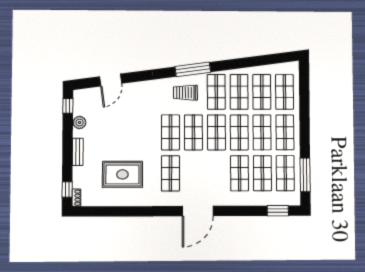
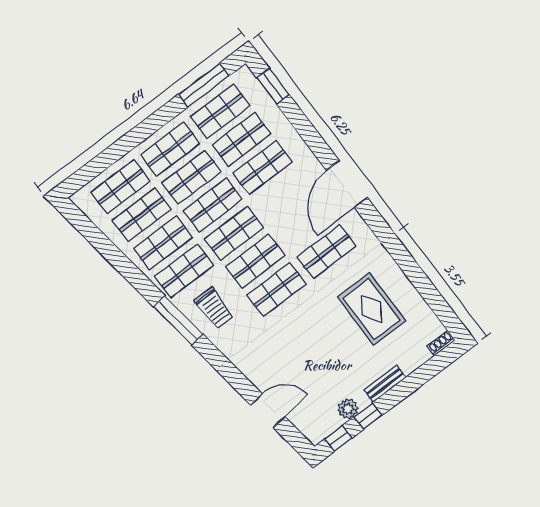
window: (67, 189) -> (368, 416), moved
door: (198, 211) -> (347, 184), swing flipped

